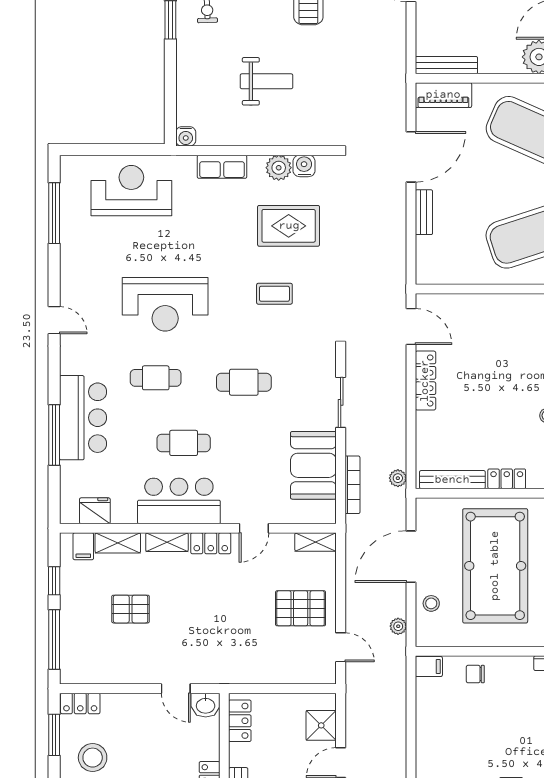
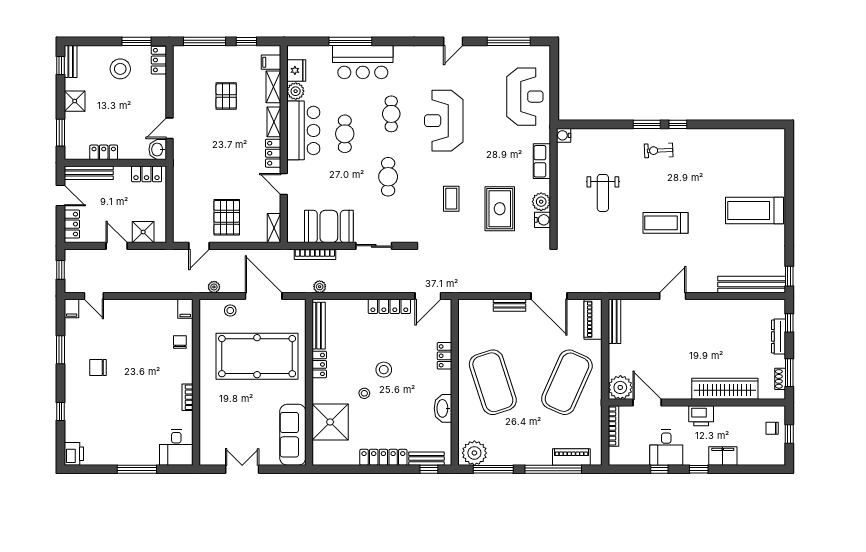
locker: (495, 303) -> (444, 356), added
door: (54, 320) -> (453, 41), moved
stool: (514, 388) -> (384, 370), added
plant: (124, 512) -> (296, 91), added

